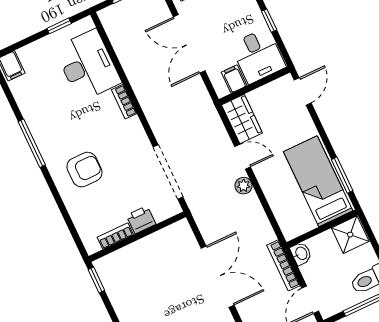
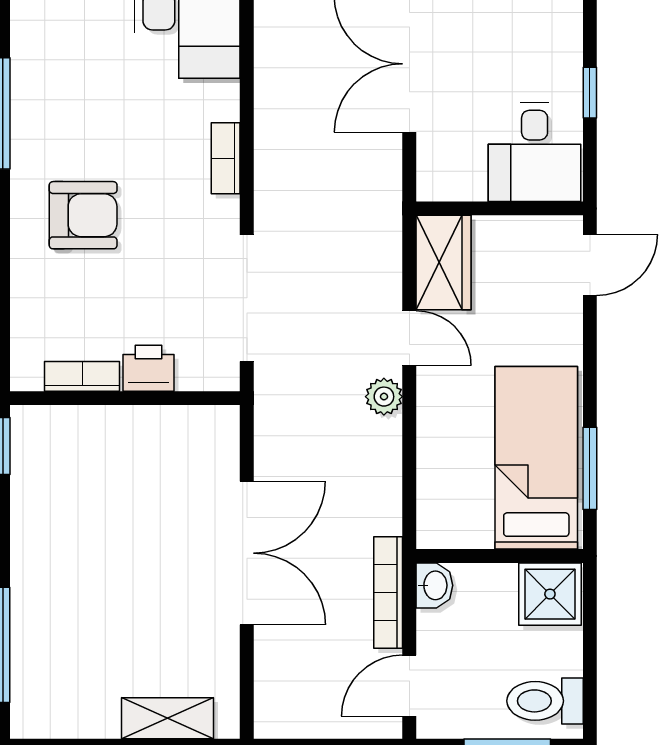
filing cabinet: (234, 79) -> (466, 176), removed
bookcase: (124, 102) -> (226, 158), moved

